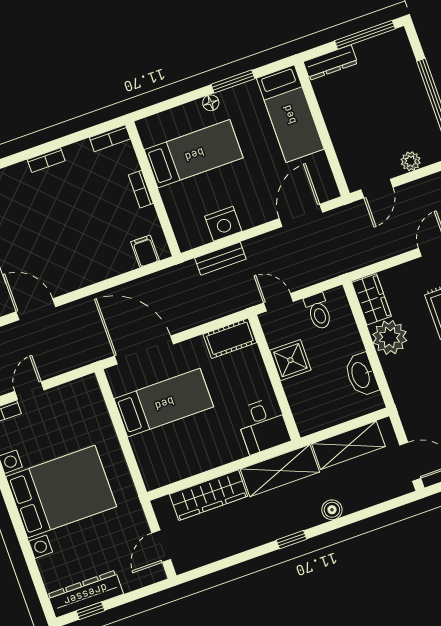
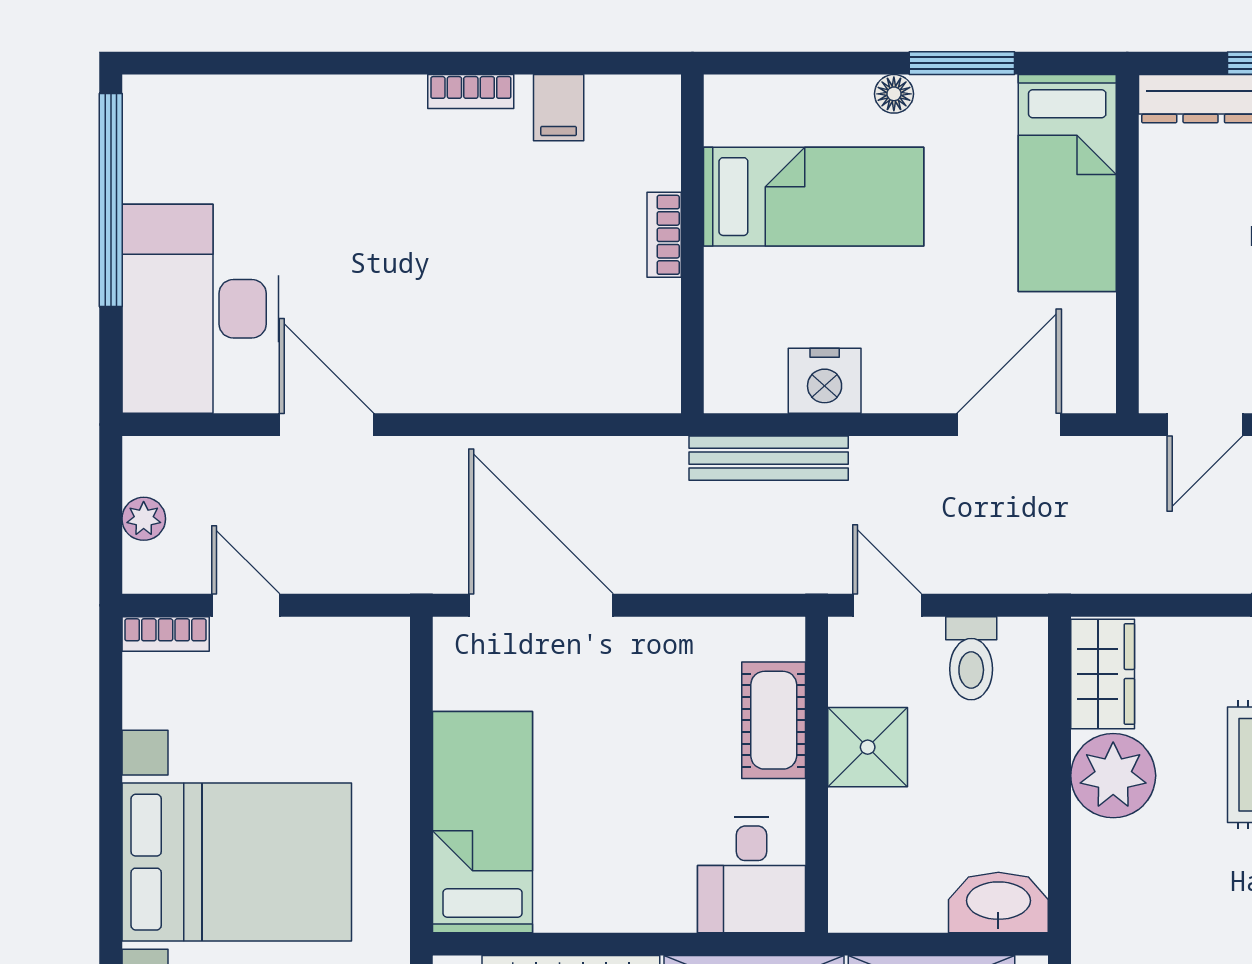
bookcase: (110, 138) -> (635, 93), removed
filing cabinet: (145, 251) -> (559, 108), moved, turned 180
bench: (220, 259) -> (769, 458), width x1.36
cot: (230, 338) -> (774, 720), moved, turned 90
washbasin: (361, 375) -> (998, 902), moved, turned 90
door: (29, 391) -> (246, 605), hinge flipped
bed: (164, 403) -> (482, 822), moved, turned -90

